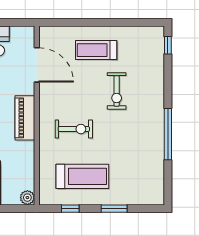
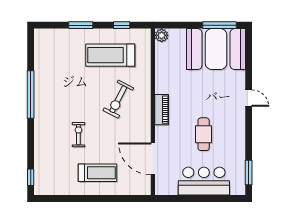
exercise bike: (117, 91) -> (78, 135), width x0.73, depth x0.72
piano: (25, 118) -> (162, 110), width x0.73, depth x0.75
exercise bike: (74, 129) -> (118, 99), turned -63

